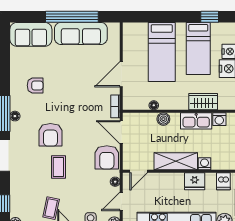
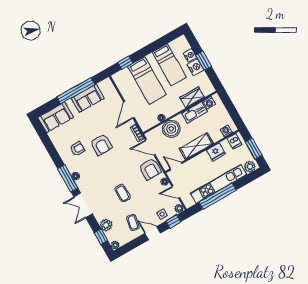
window: (210, 17) -> (125, 63), moved
sofa: (81, 33) -> (88, 98), width x0.73
boiler: (163, 119) -> (171, 129), width x1.86, depth x1.86
armchair: (50, 135) -> (101, 144), moved
washing machine: (204, 164) -> (226, 131), moved
door: (139, 171) -> (176, 166), swing flipped
plant: (18, 193) -> (106, 225), added
door: (121, 201) -> (176, 192), hinge flipped

